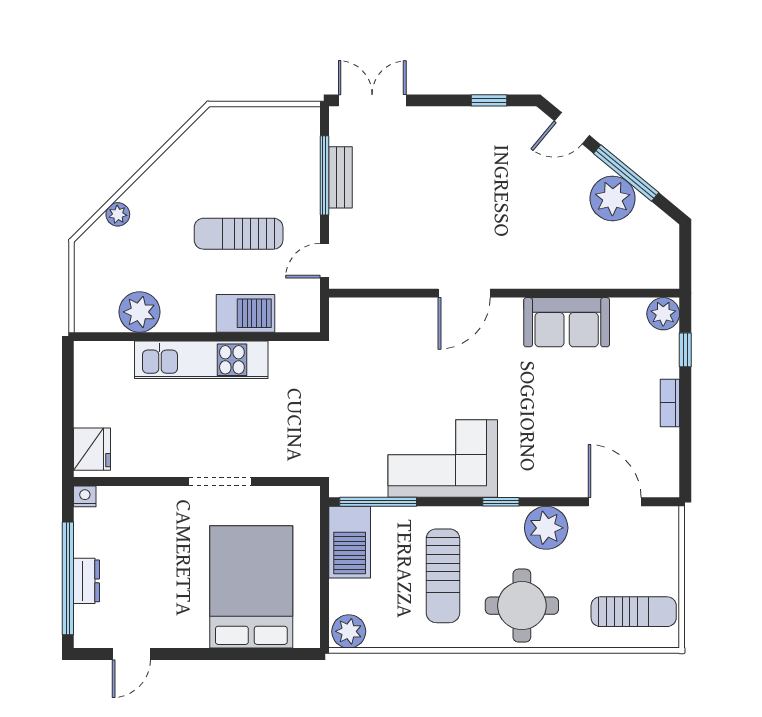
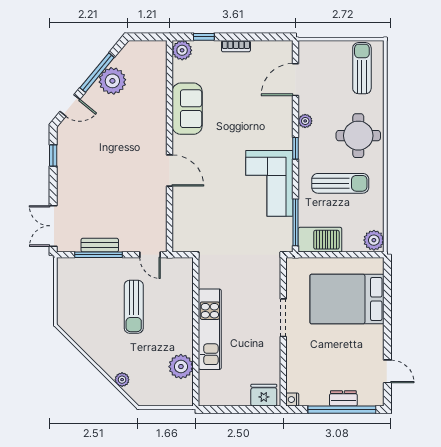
door: (572, 128) -> (70, 105), hinge flipped
barbecue: (246, 313) -> (182, 302), removed
plant: (546, 528) -> (305, 121), width x0.53, depth x0.53

